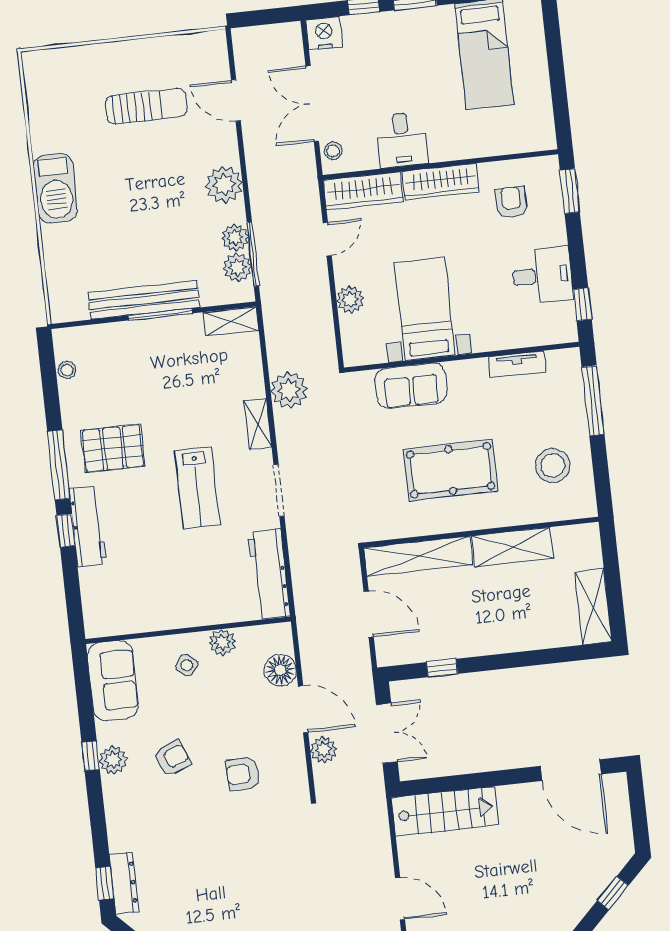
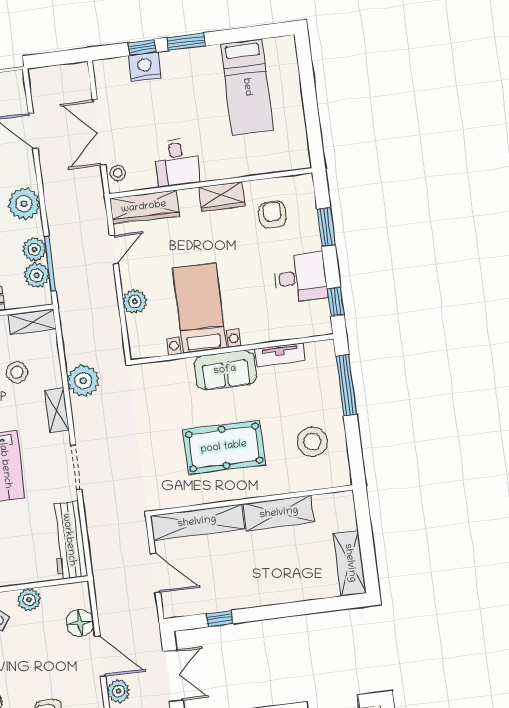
nightstand: (324, 33) -> (145, 67), moved
wardrobe: (441, 182) -> (222, 197), width x0.67
window: (570, 191) -> (326, 227), moved
stool: (213, 379) -> (17, 372), added
sofa: (411, 386) -> (225, 370), moved

